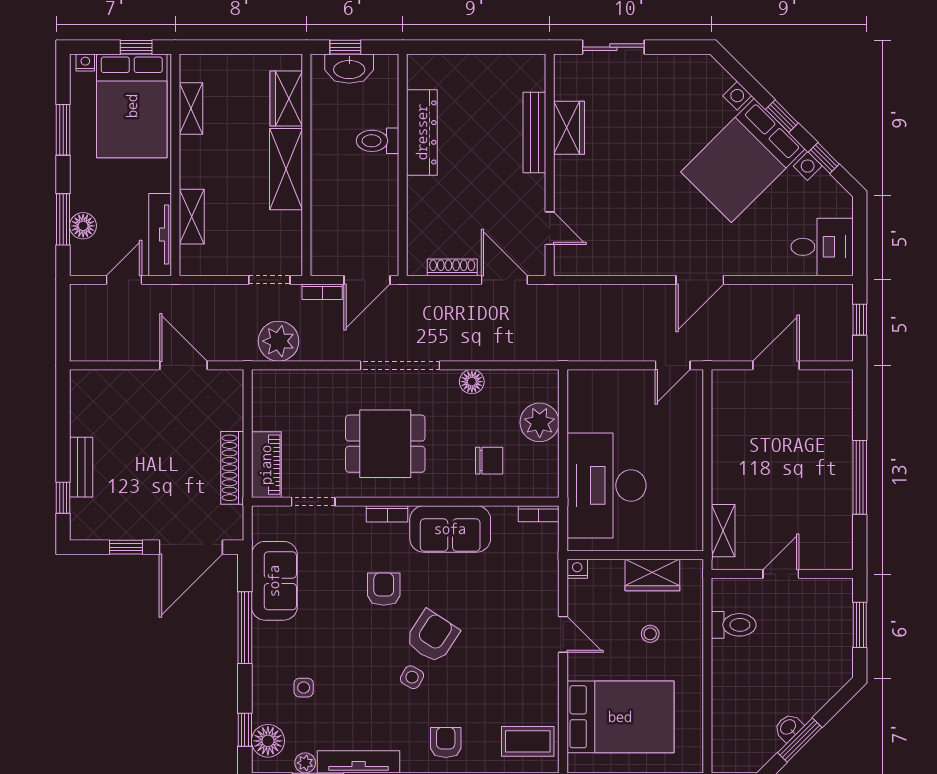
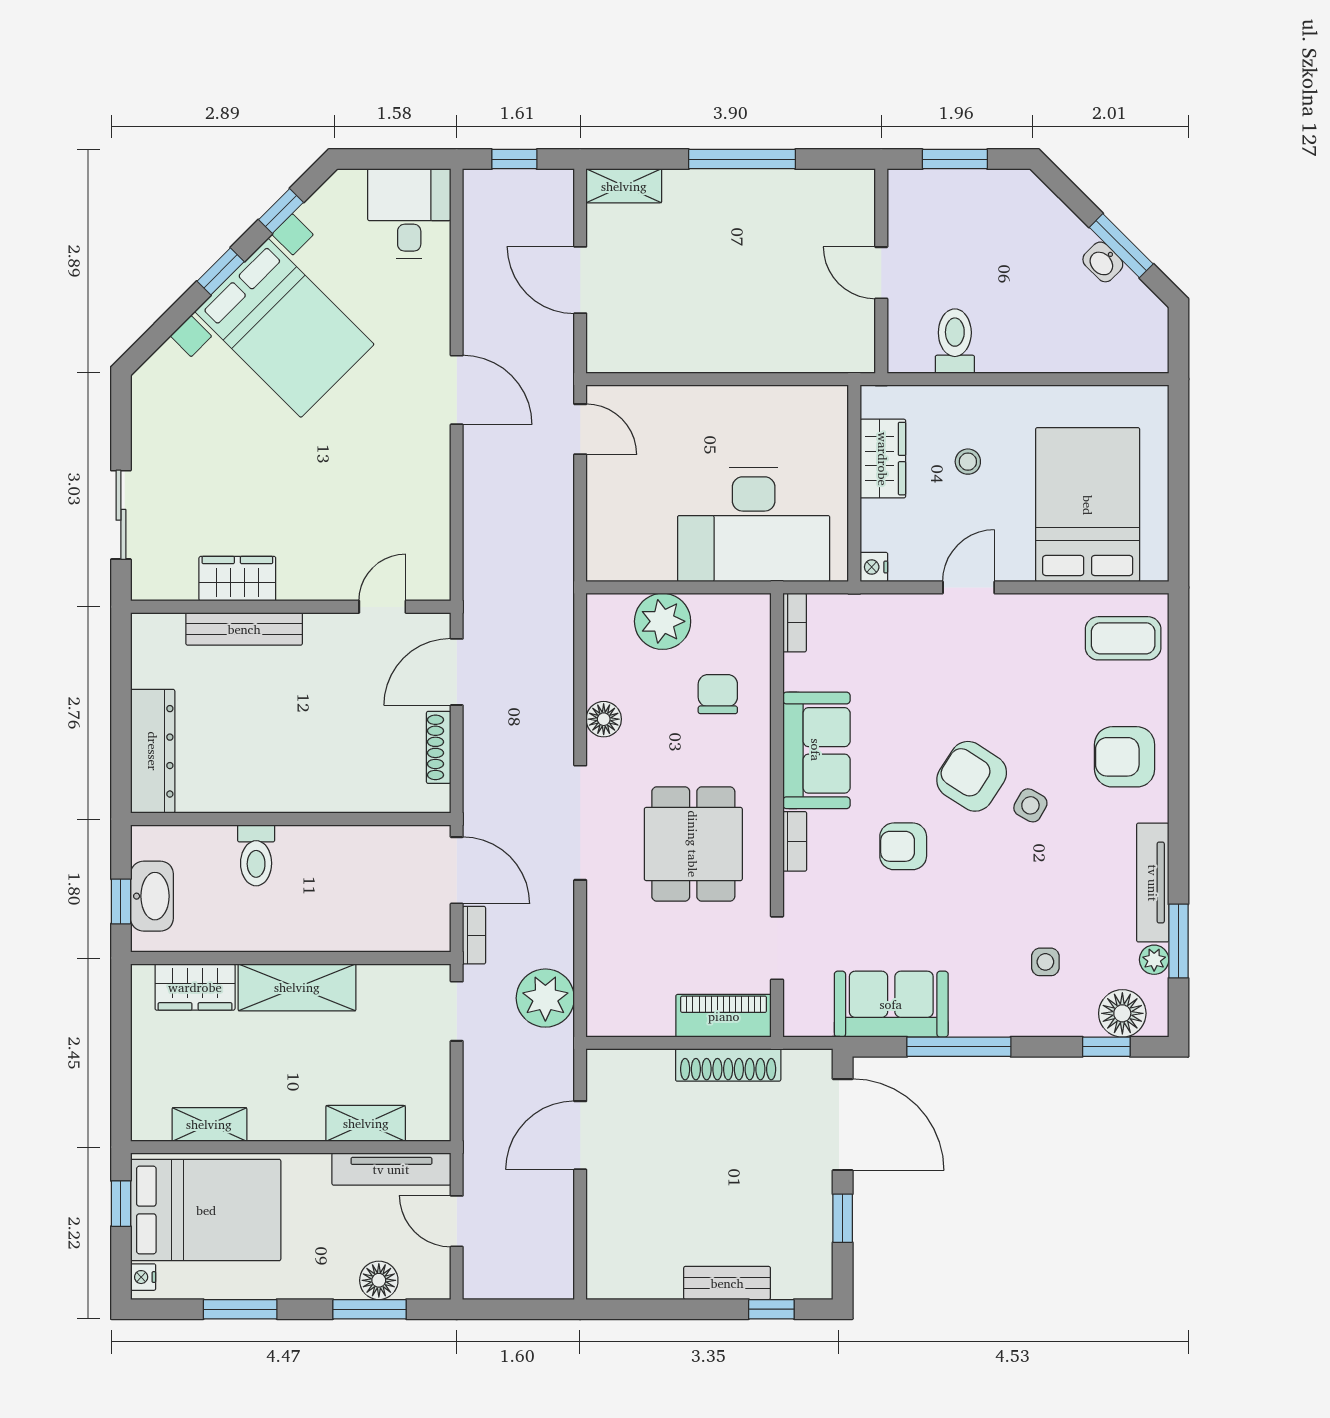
dresser: (422, 132) -> (153, 751), moved, turned 90
shelving: (723, 531) -> (624, 186), moved
coffee table: (528, 741) -> (1123, 638), turned 90
armchair: (446, 742) -> (1125, 757), width x1.38, depth x1.38

